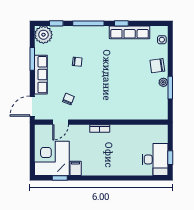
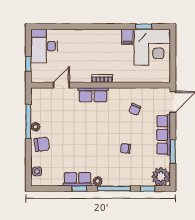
plant: (104, 30) -> (98, 181), added
row of seats: (130, 32) -> (78, 179), width x0.68
window: (170, 88) -> (28, 121), width x1.44
row of seats: (108, 113) -> (93, 95), added
door: (61, 122) -> (61, 85), moved
window: (170, 158) -> (28, 64), moved

